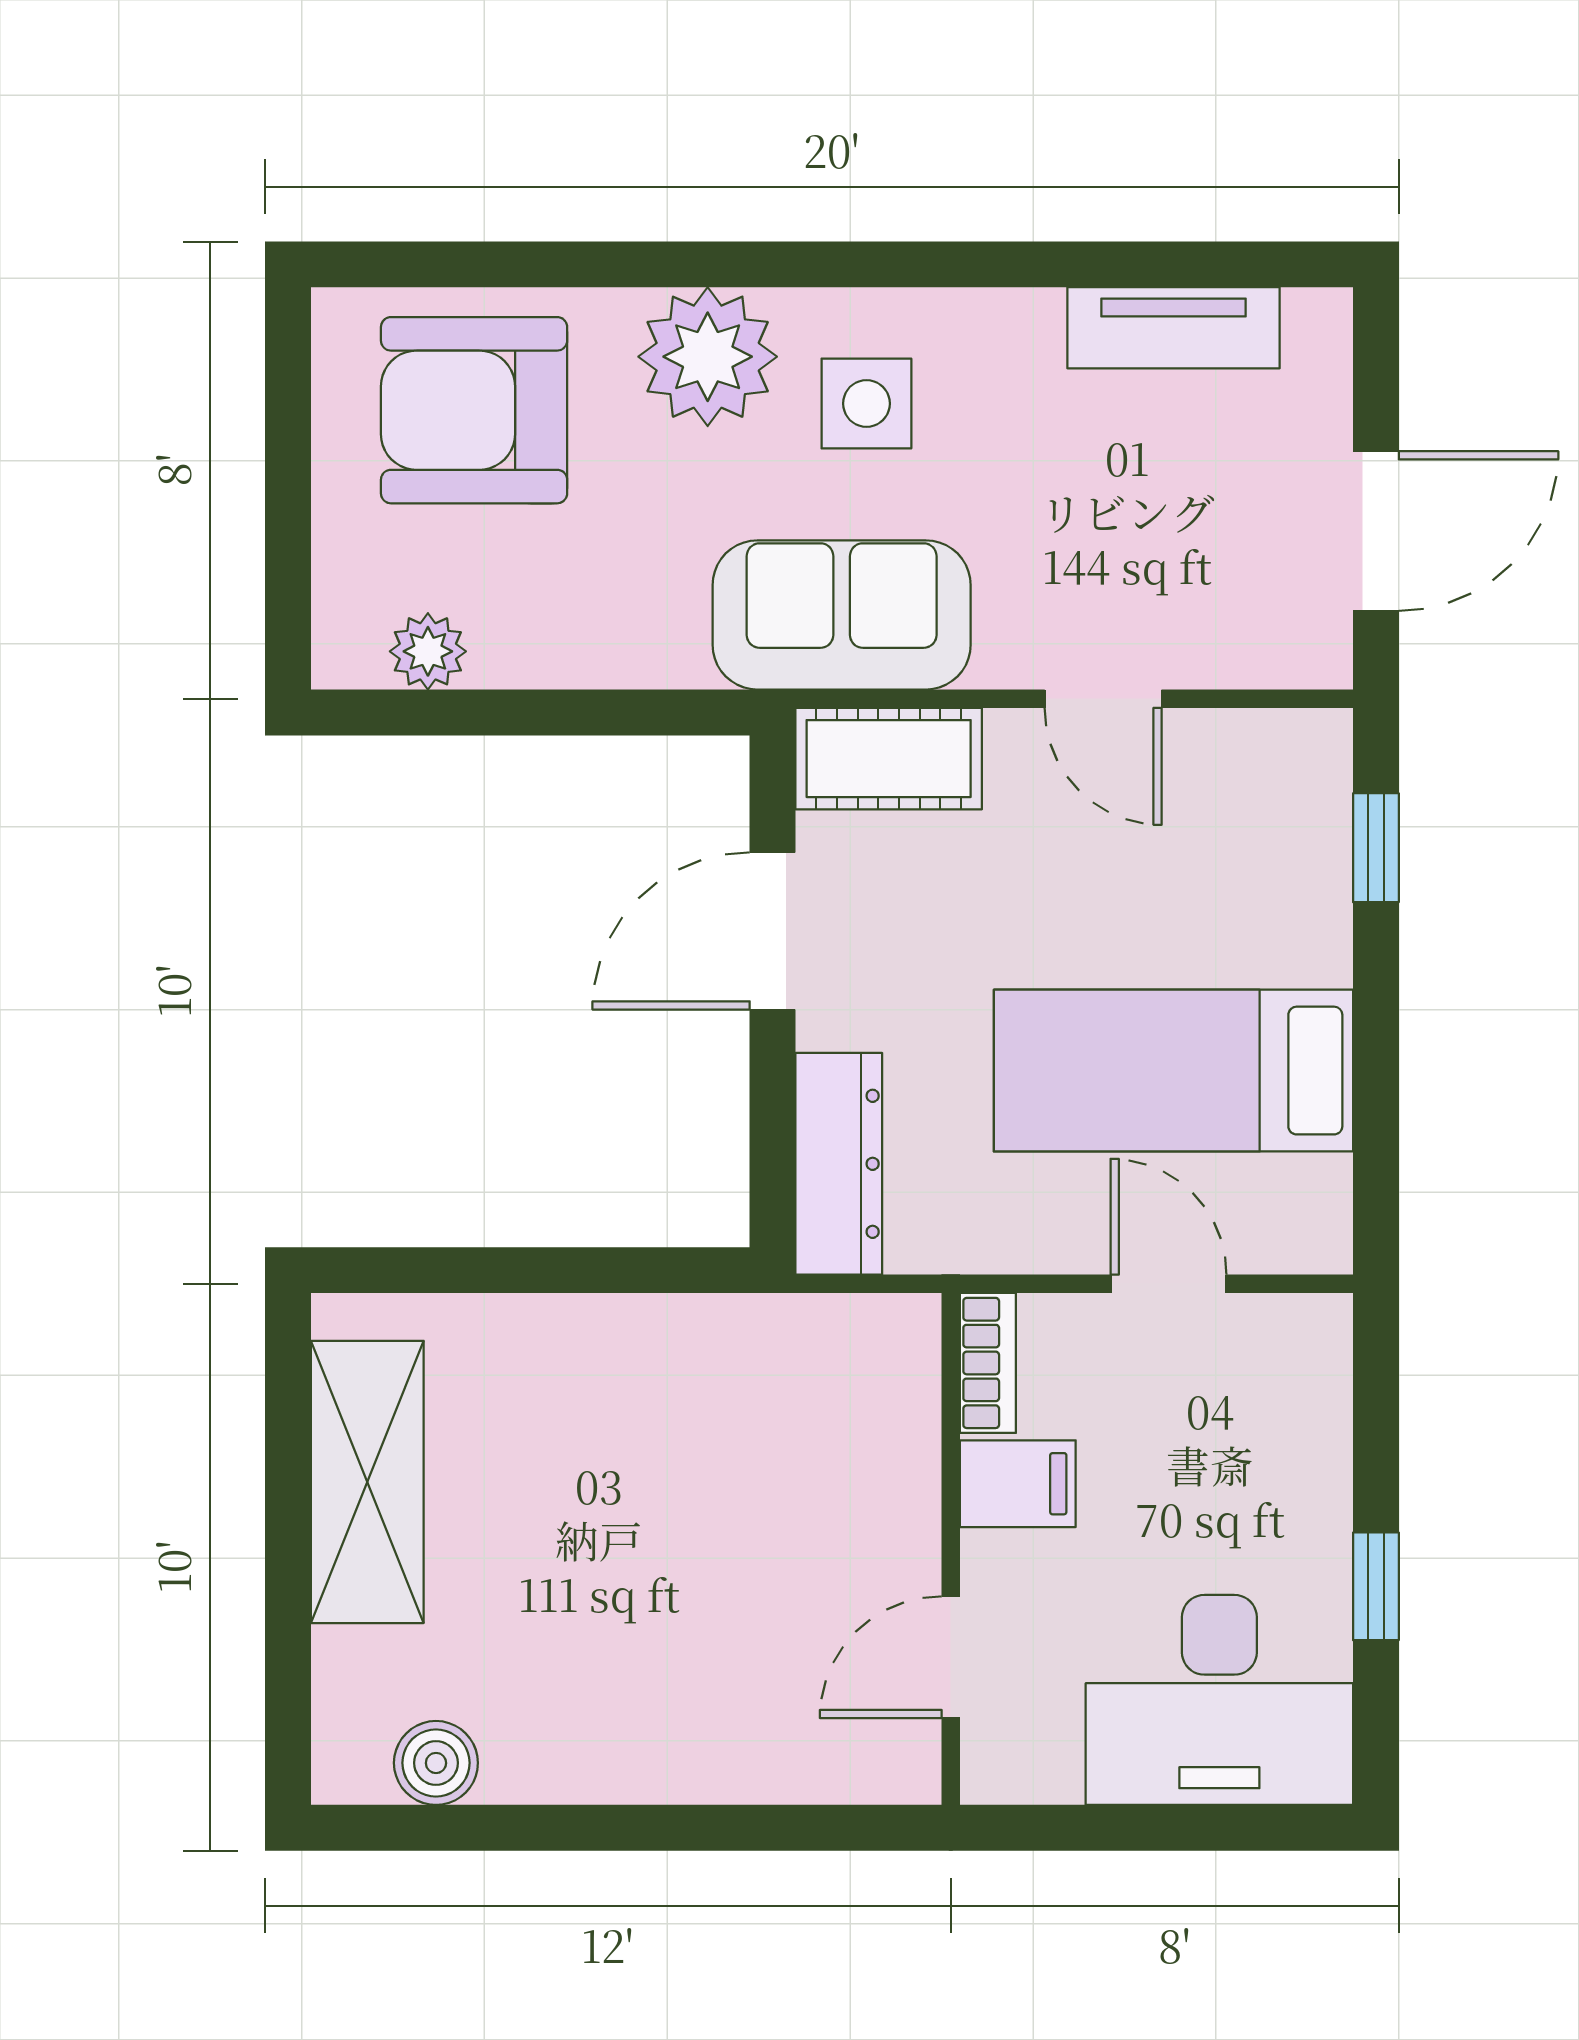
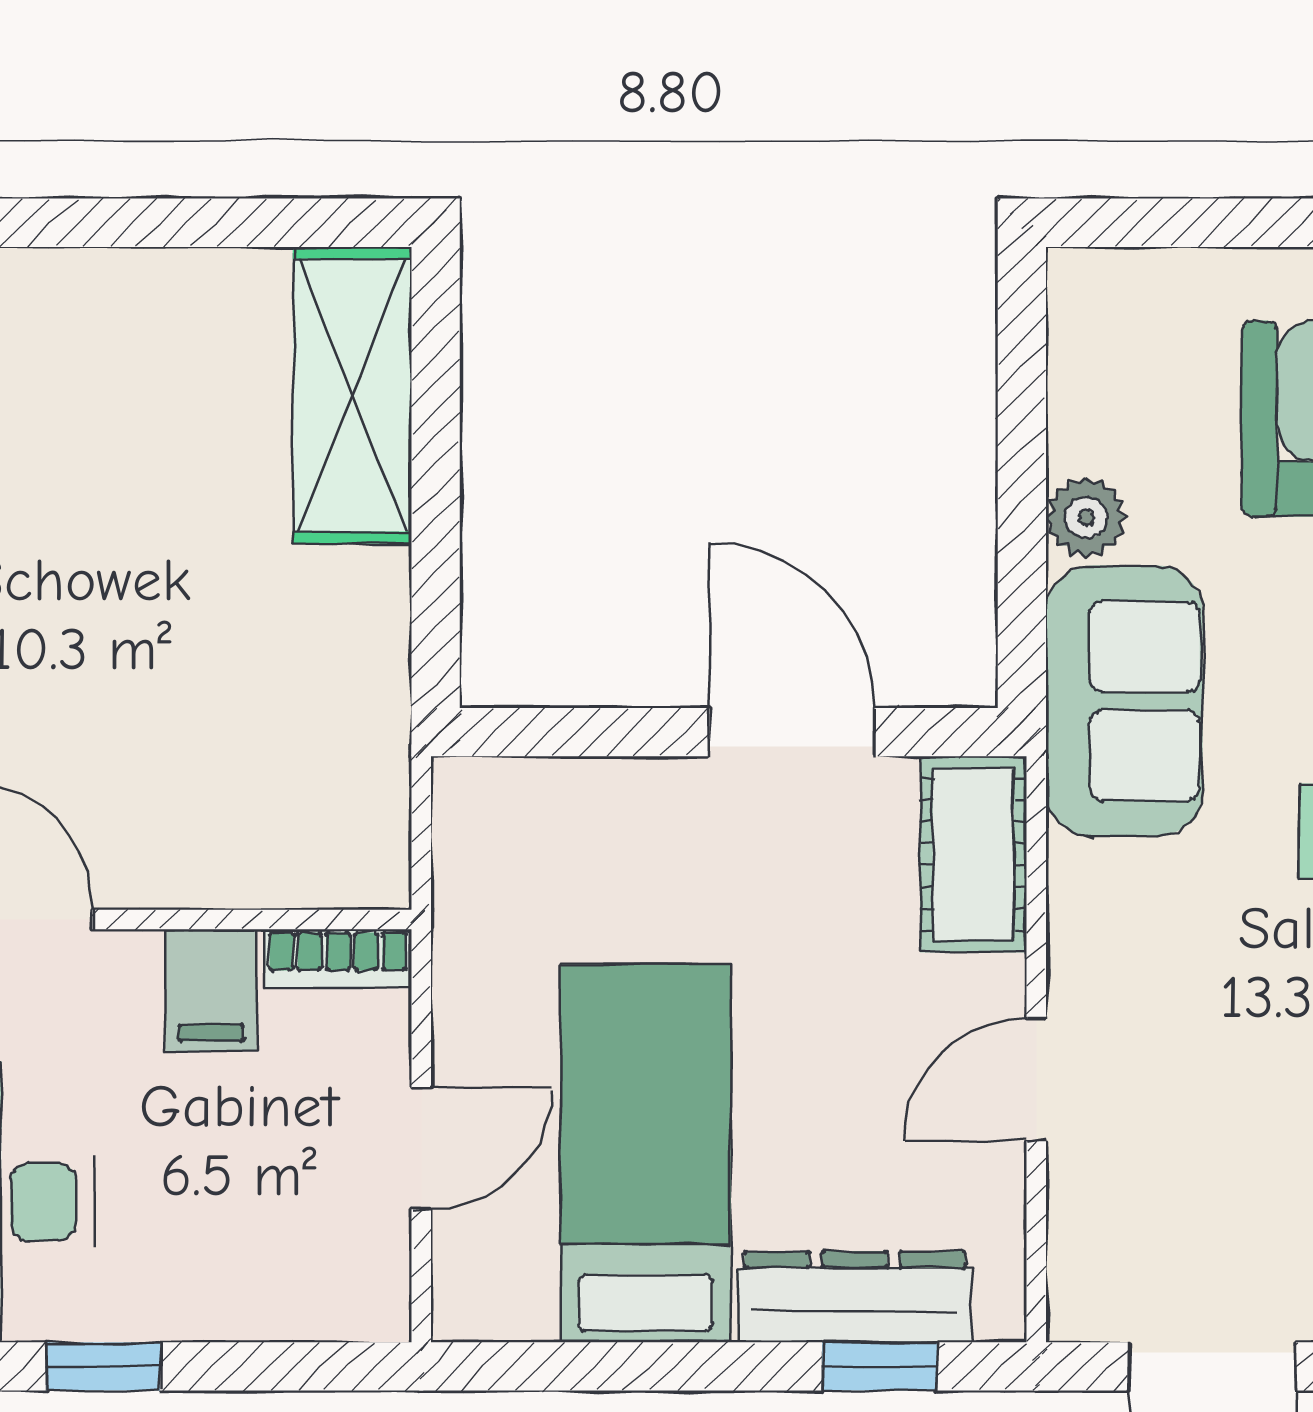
sofa: (842, 615) -> (1124, 701), moved
plant: (428, 651) -> (1086, 517), moved
dresser: (839, 1164) -> (855, 1297), moved, turned 180
shelving: (367, 1482) -> (352, 395), moved, turned 90

